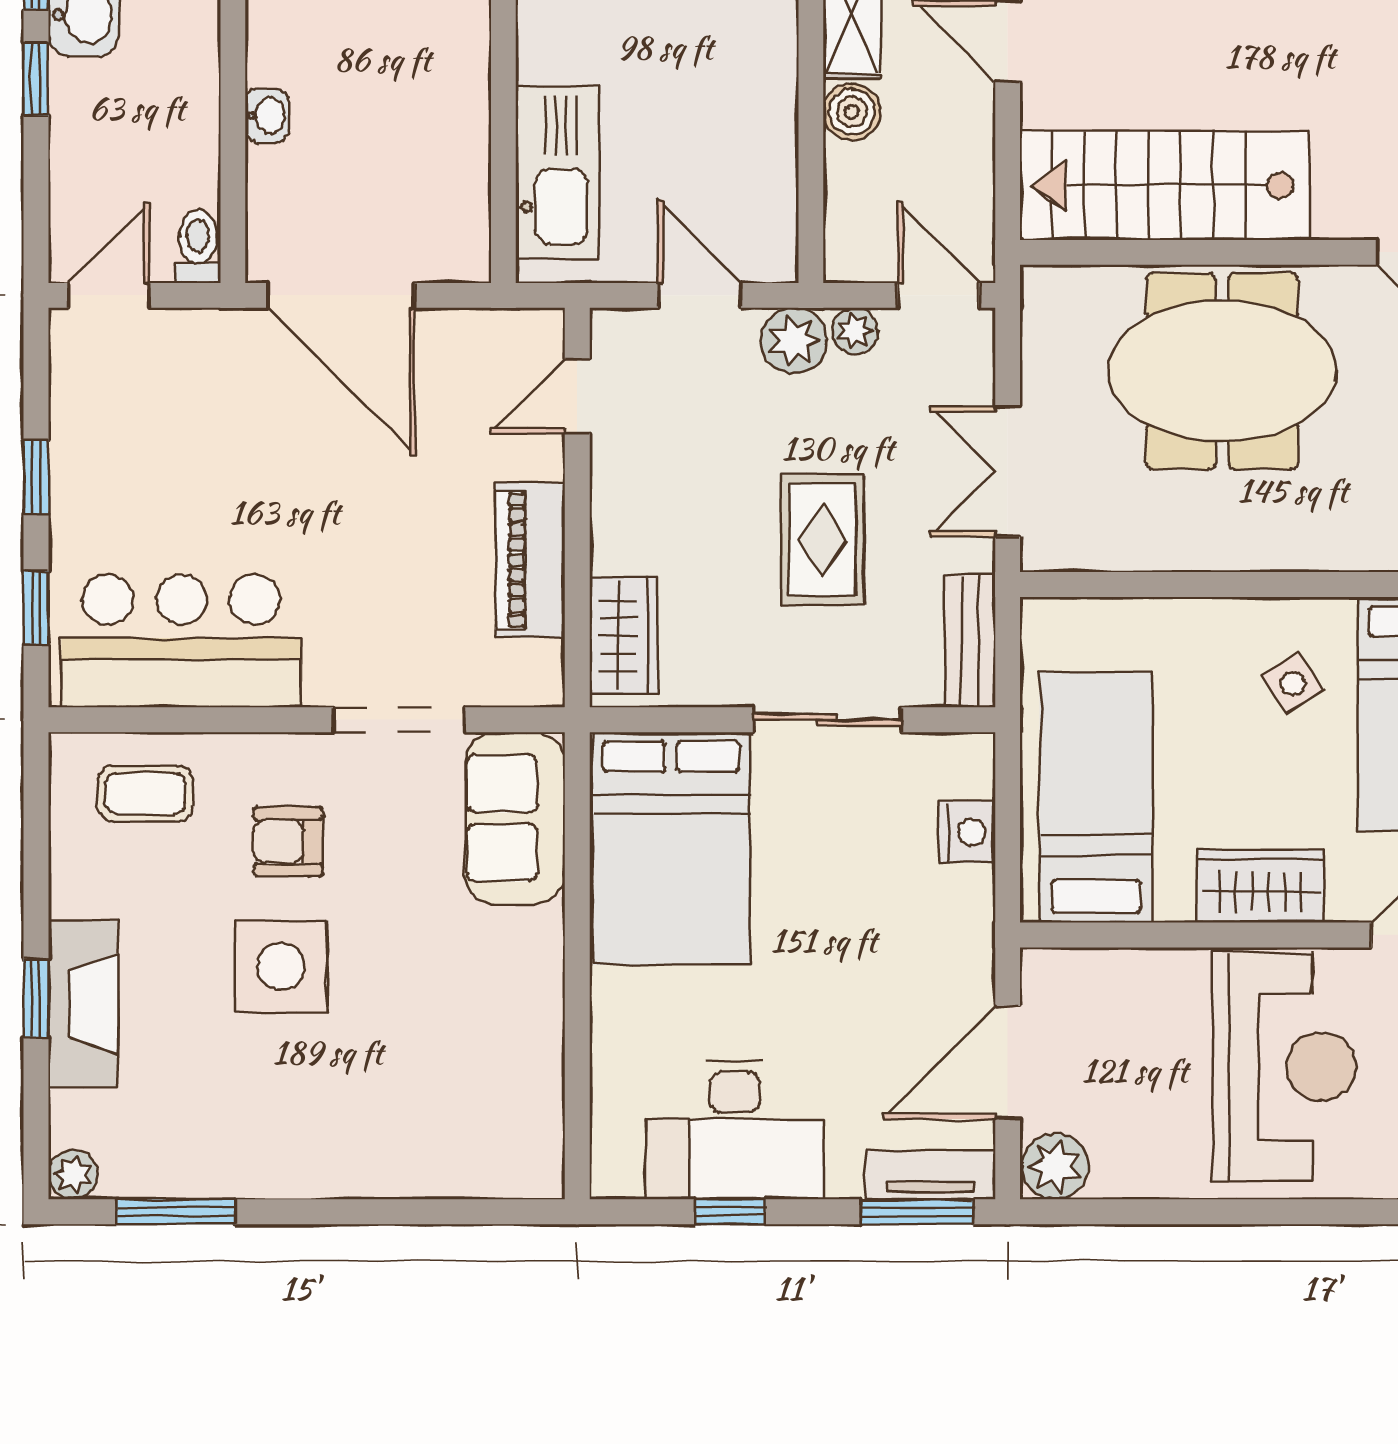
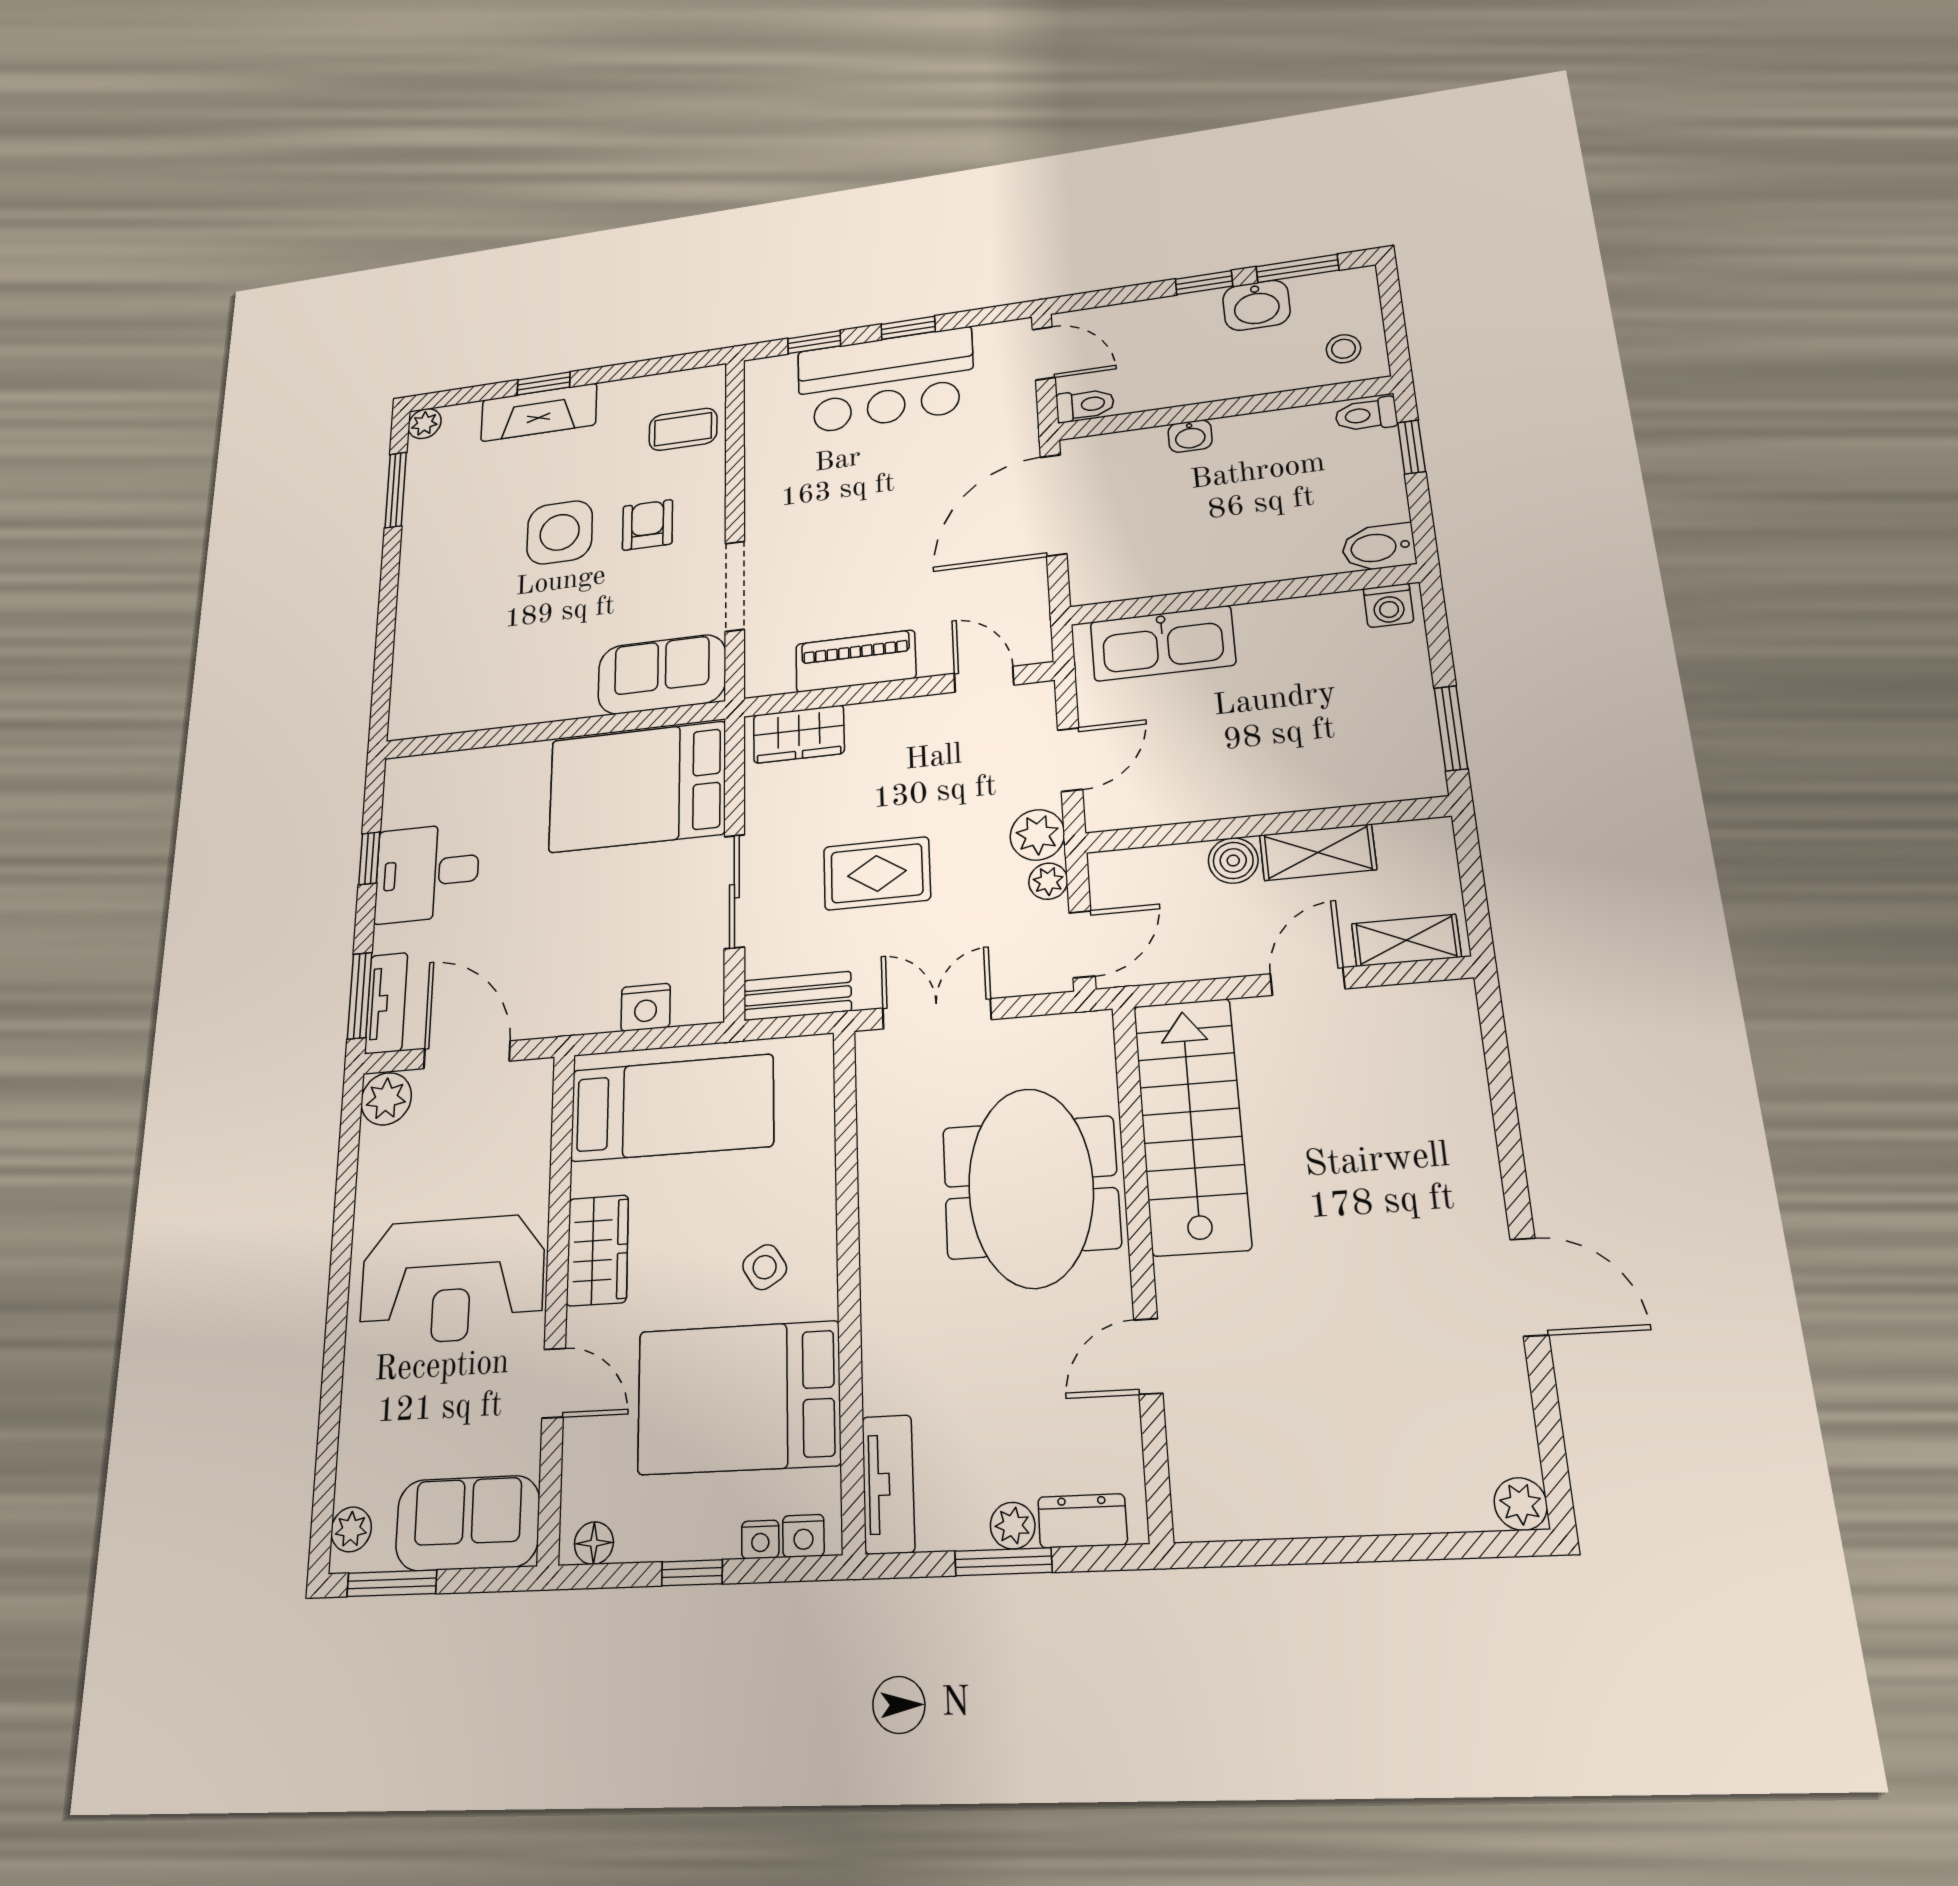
bar counter: (181, 641) -> (885, 381), moved, turned 90
coffee table: (145, 793) -> (683, 429), turned 90
desk: (735, 1130) -> (427, 873), width x0.73

